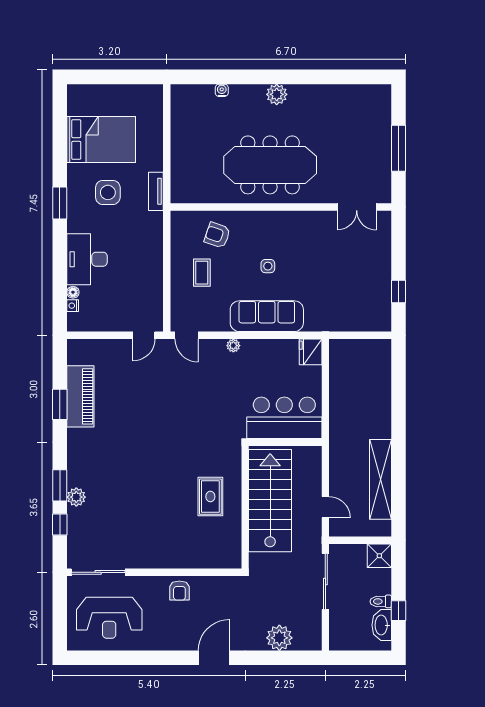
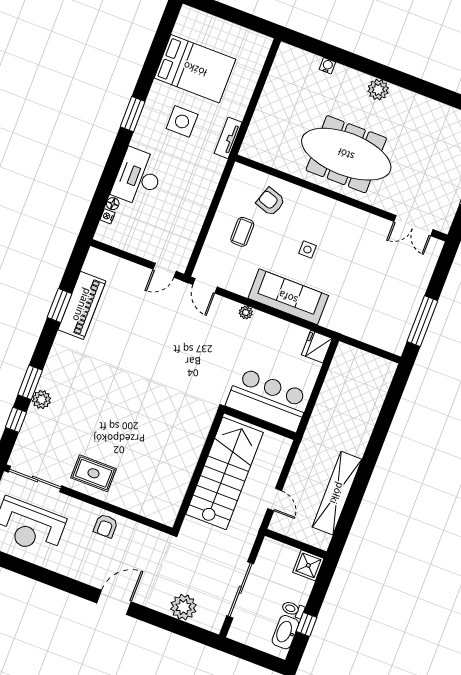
window: (398, 292) -> (422, 321), width x2.17
rug: (210, 497) -> (94, 473), moved, turned 90
sliding door: (325, 582) -> (240, 590), moved

